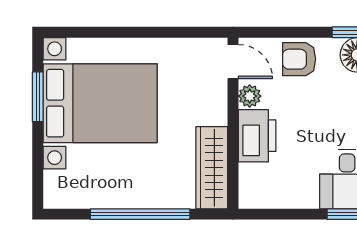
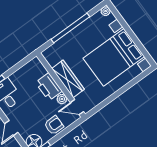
window: (38, 97) -> (138, 43), removed
wardrobe: (212, 168) -> (68, 79), moved
plant: (54, 198) -> (106, 11), added

